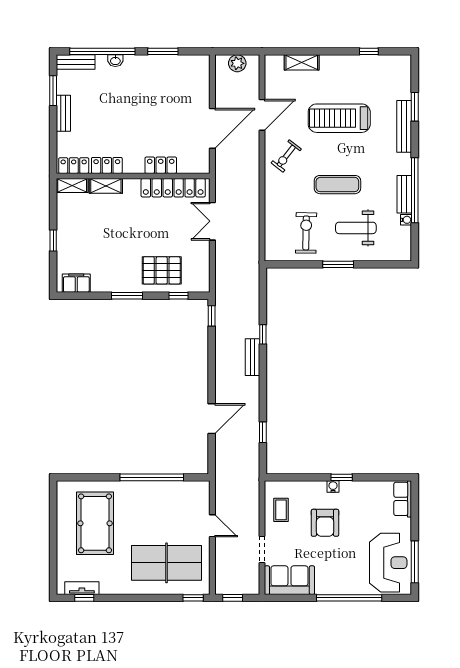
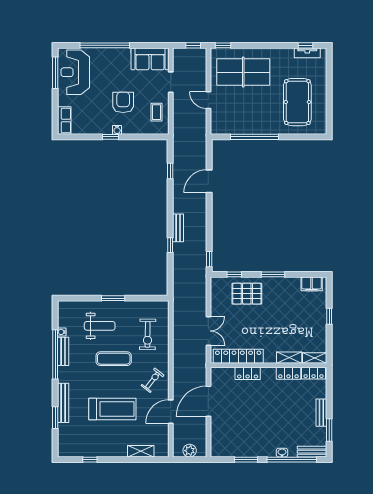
exercise bike: (306, 233) -> (148, 334), moved

